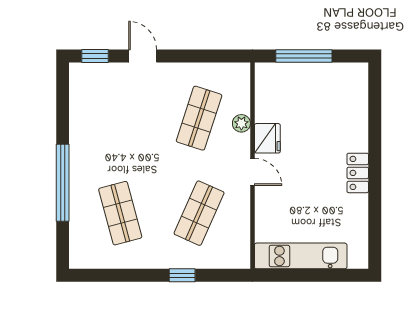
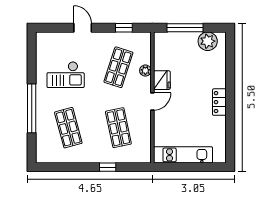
window: (95, 56) -> (124, 28), moved
plant: (339, 77) -> (208, 41), added
checkout: (116, 130) -> (66, 75), added
door: (252, 172) -> (152, 101), hinge flipped
shop shelf: (199, 213) -> (118, 128), turned -36

